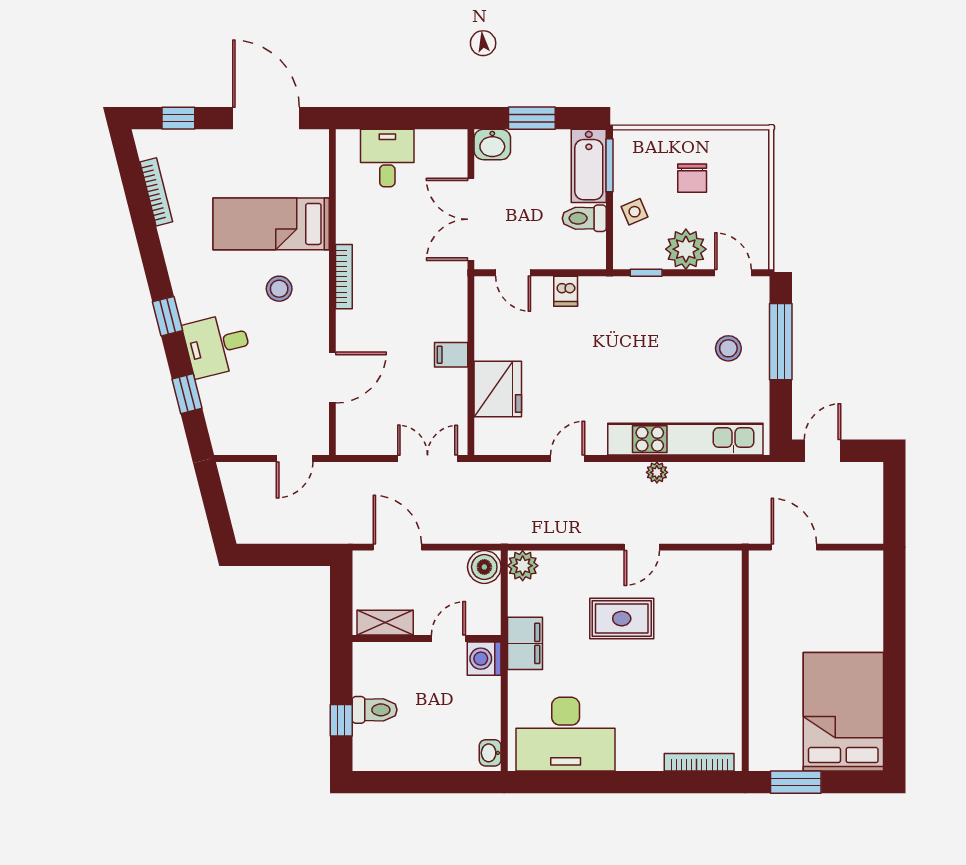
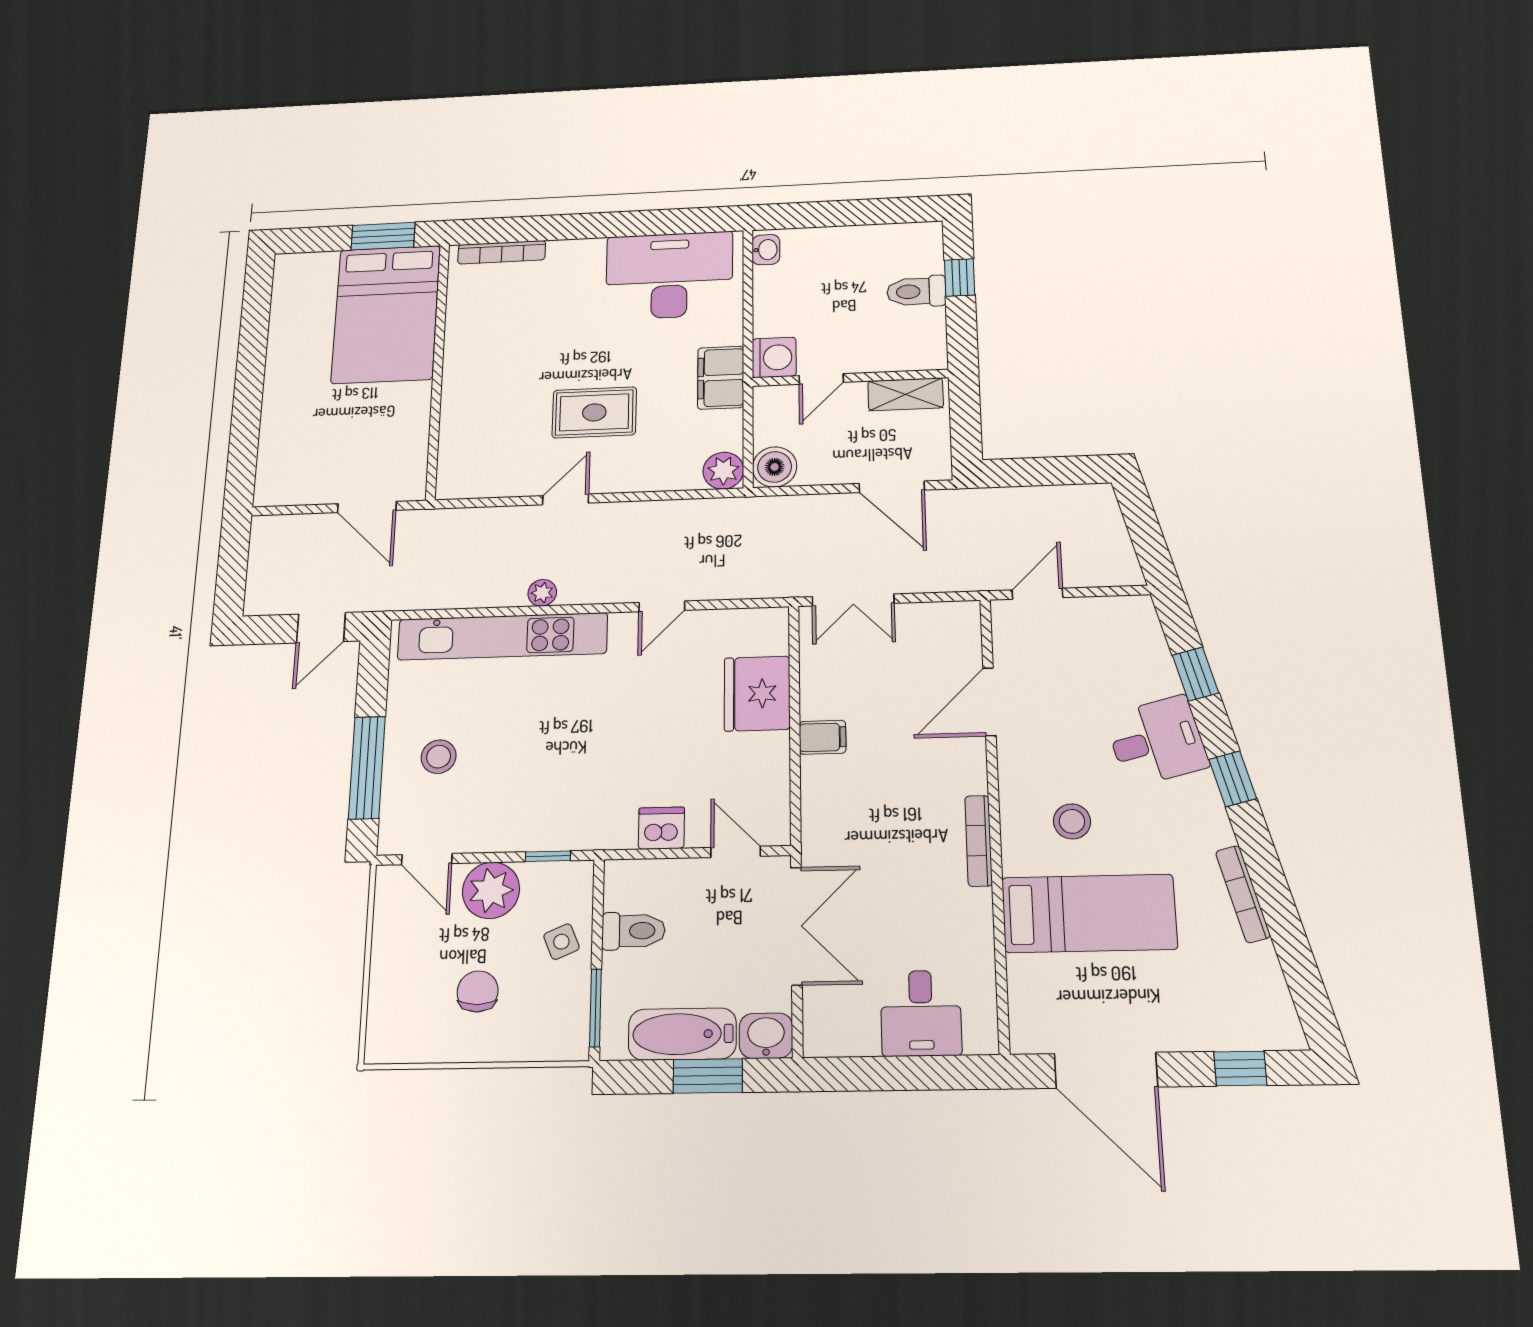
bathtub: (589, 166) -> (682, 1034), moved, turned -90
bookcase: (156, 192) -> (1243, 894), moved
dishwasher: (566, 291) -> (661, 828), width x1.38
bed: (843, 712) -> (386, 314), moved

